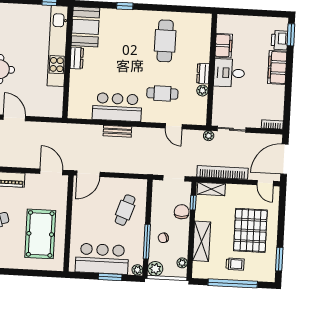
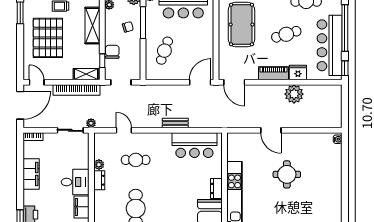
filing cabinet: (277, 67) -> (31, 174), moved
bar counter: (117, 107) -> (194, 145), moved
chair: (182, 212) -> (112, 52), turned 180

